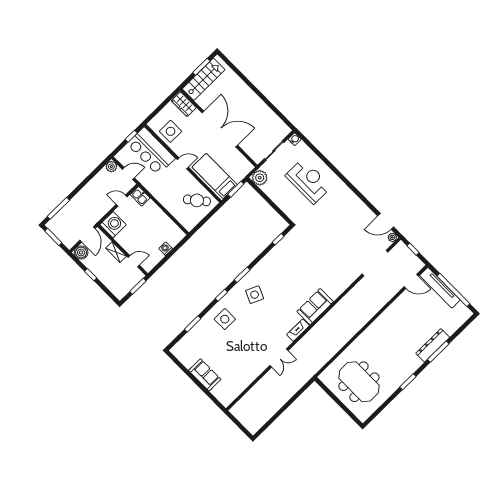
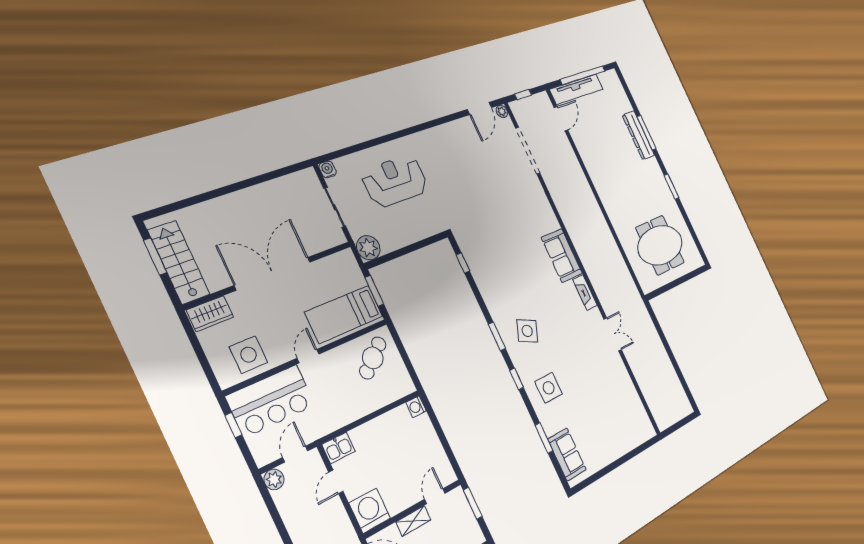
washing machine: (166, 249) -> (416, 407), moved
sofa: (205, 375) -> (567, 454), moved, turned 90

